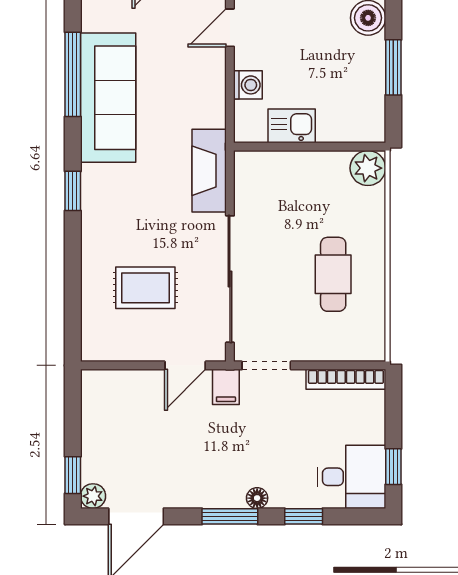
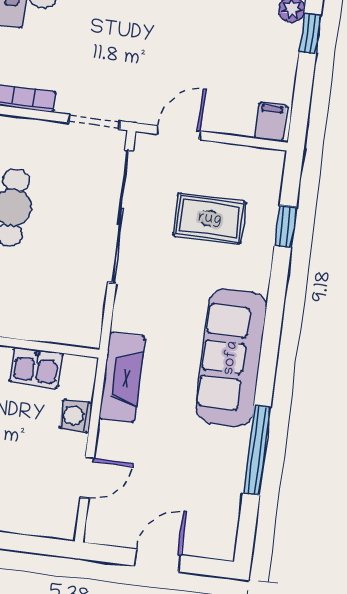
sofa: (108, 98) -> (231, 358), moved
fireplace: (209, 171) -> (122, 377), moved
window: (73, 191) -> (285, 226), moved
filing cabinet: (226, 387) -> (271, 122), moved

